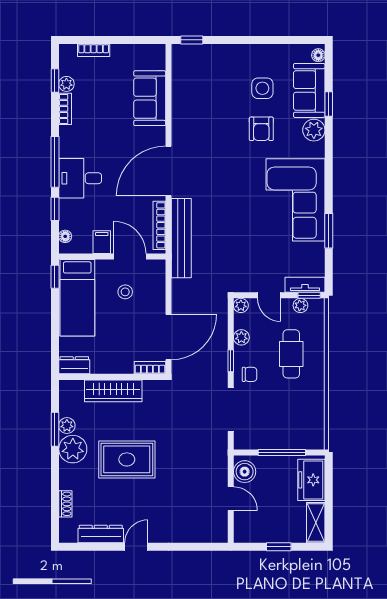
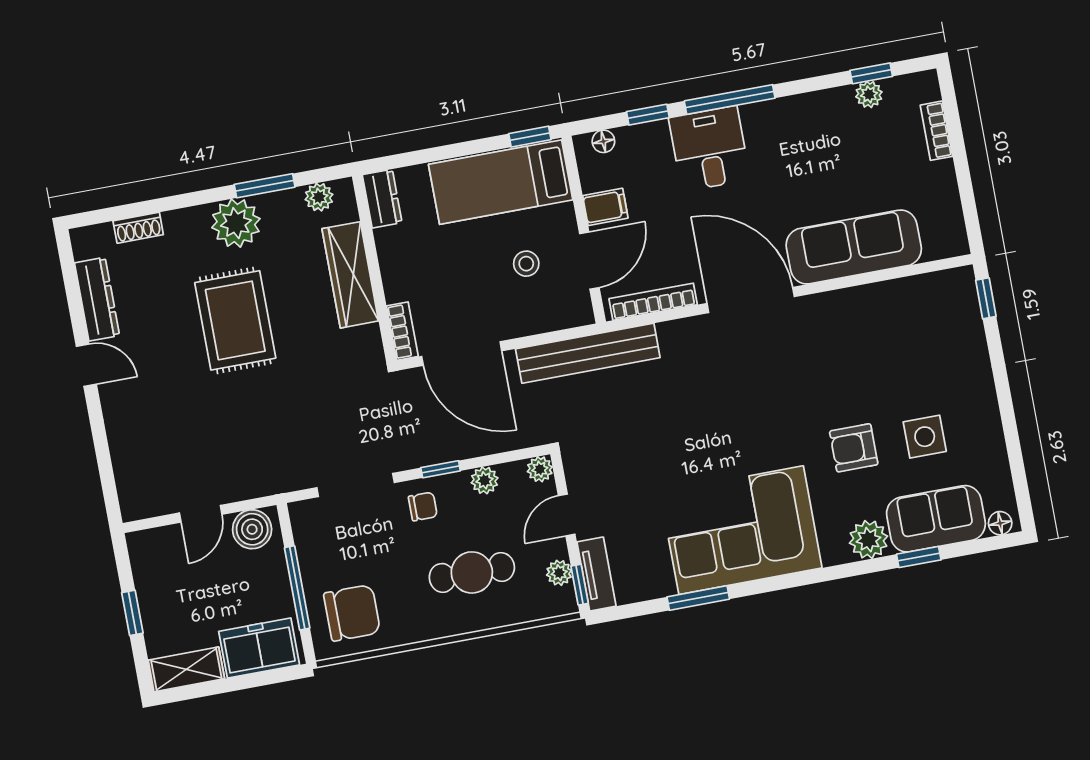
sofa: (150, 98) -> (854, 247), width x1.36
bookcase: (65, 109) -> (825, 100), removed
bench: (181, 238) -> (588, 353), moved
chair: (250, 374) -> (423, 506), turned -90
chair: (301, 425) -> (352, 613), added
plant: (67, 426) -> (319, 197), moved

